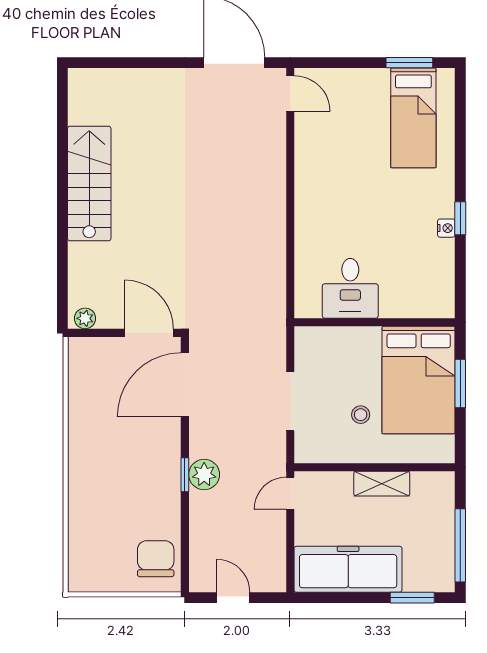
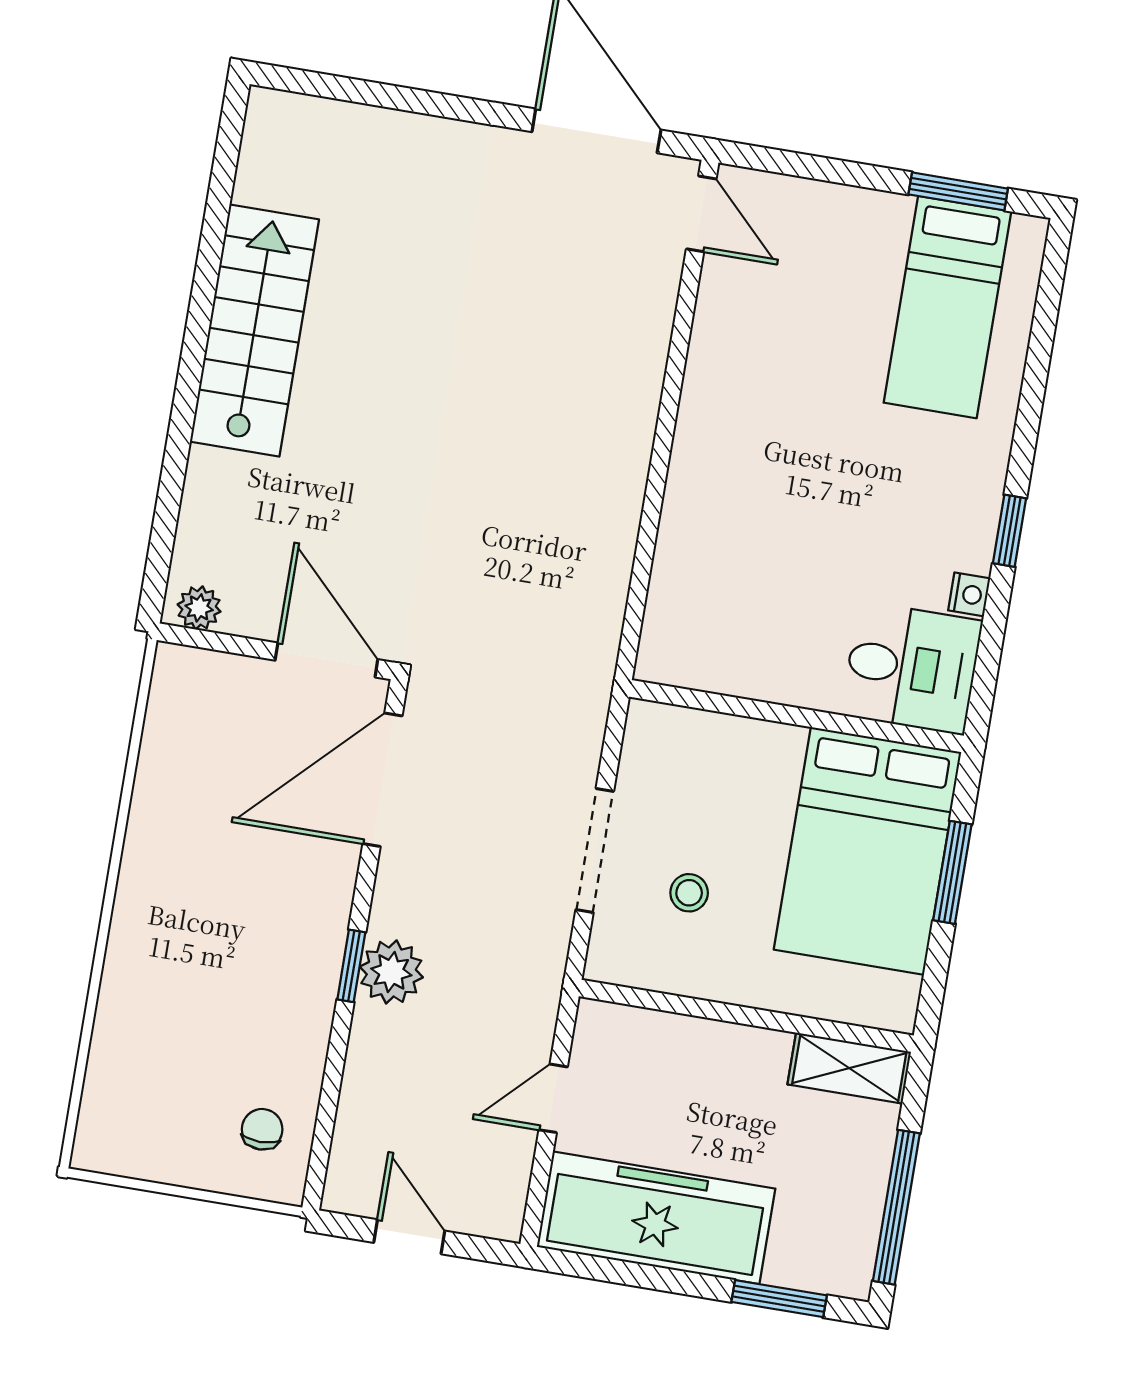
nightstand: (446, 228) -> (969, 594), moved
desk: (350, 288) -> (912, 668), moved, turned -90
stool: (361, 415) -> (689, 893), moved
shelving: (382, 484) -> (849, 1068), moved
door: (290, 493) -> (553, 1098), moved
chair: (156, 559) -> (262, 1129), width x0.54, depth x0.54

